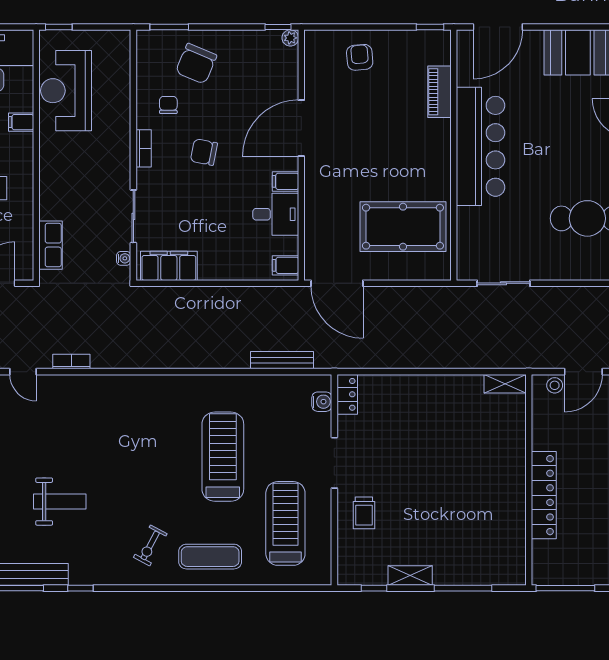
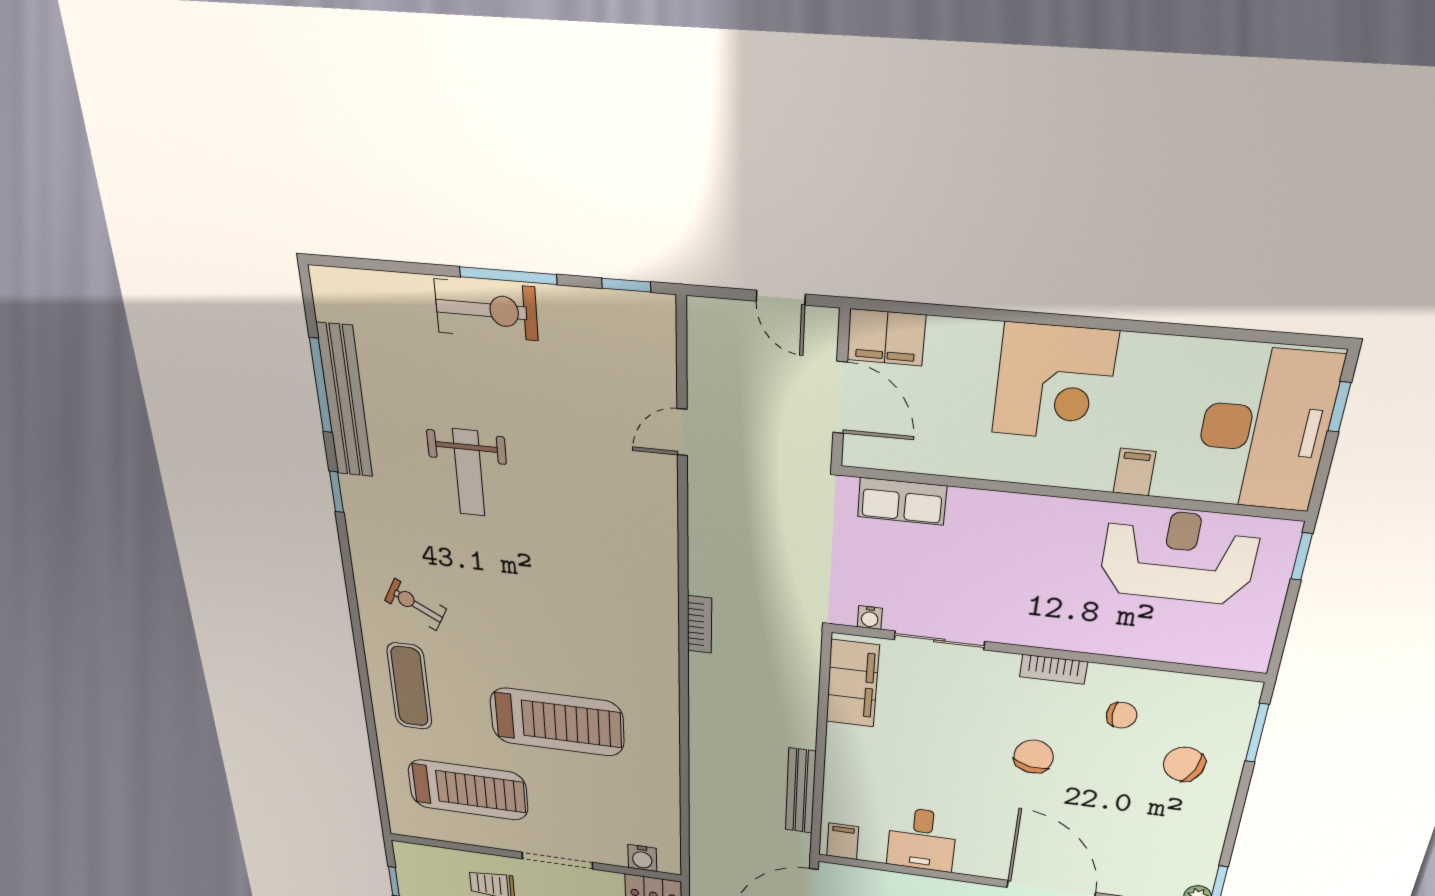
chair: (196, 64) -> (1184, 764), width x0.73, depth x0.73
filing cabinet: (285, 181) -> (971, 859), removed
bench: (282, 360) -> (801, 791), moved
bookcase: (71, 362) -> (700, 624), moved

